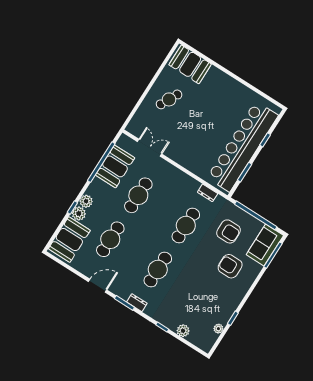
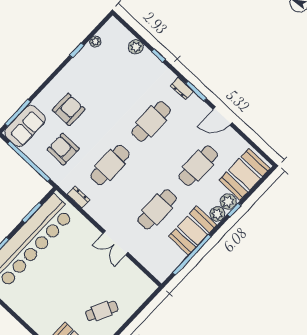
double door: (150, 148) -> (115, 243), moved
booth: (115, 166) -> (193, 231), moved
armchair: (230, 266) -> (69, 110), turned -90

